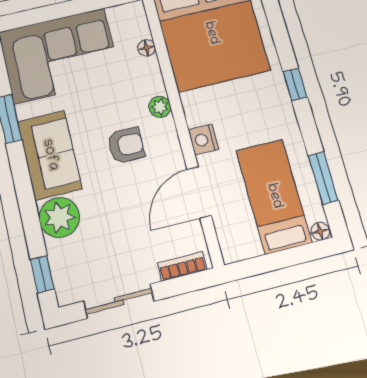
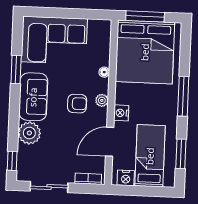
floor lamp: (147, 48) -> (104, 72), moved
window: (295, 84) -> (183, 96), width x2.17
plant: (160, 107) -> (102, 100), moved
floor lamp: (320, 231) -> (169, 182), removed
nightstand: (245, 246) -> (126, 178), added

